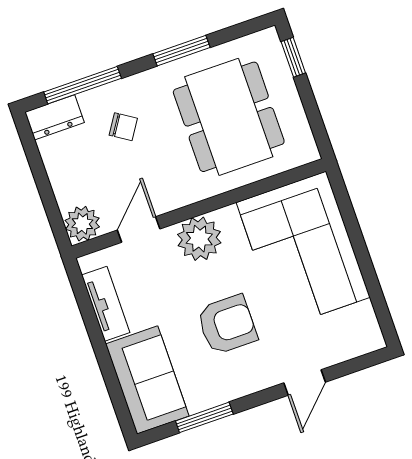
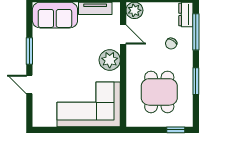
dining table: (229, 117) -> (159, 92), width x0.73
armchair: (227, 325) -> (67, 59), removed
window: (204, 417) -> (29, 51), moved

